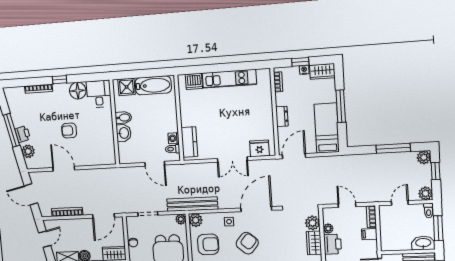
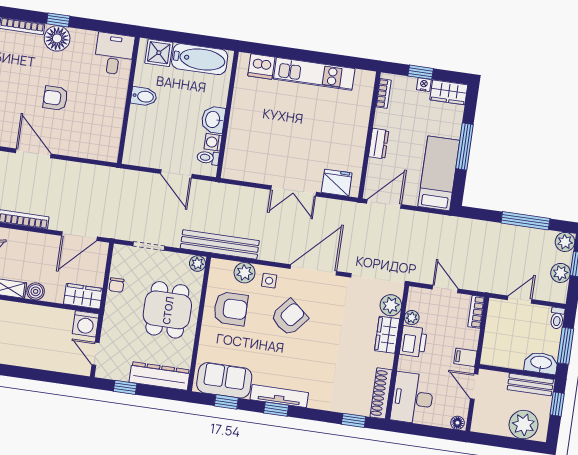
floor lamp: (78, 91) -> (57, 38), moved
washbasin: (124, 133) -> (213, 120), moved, turned 180
kitchen counter: (189, 142) -> (235, 152), removed
plant: (426, 193) -> (561, 273), moved
plant: (196, 220) -> (245, 273), moved
filing cabinet: (369, 234) -> (465, 357), moved

